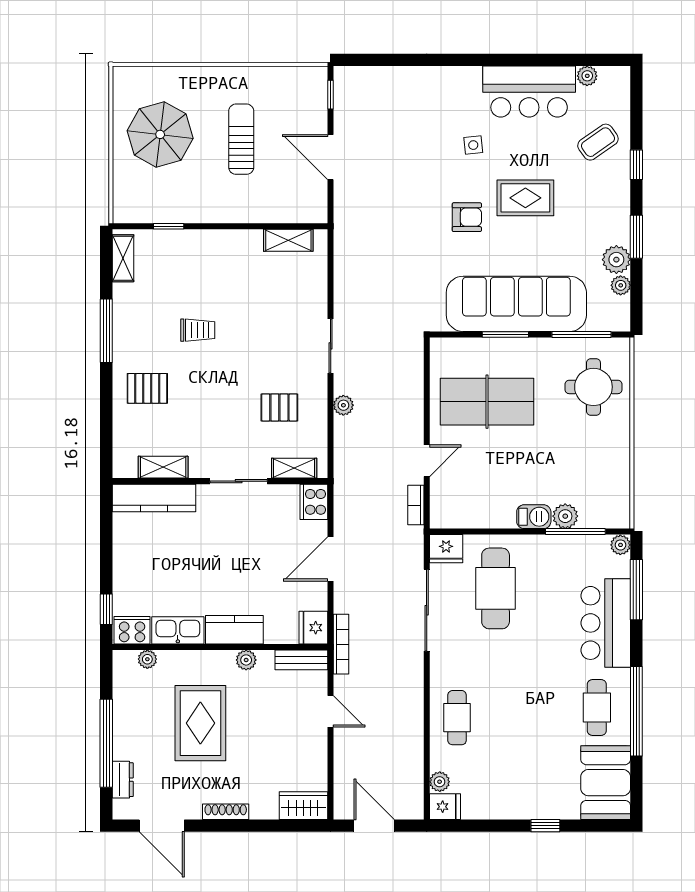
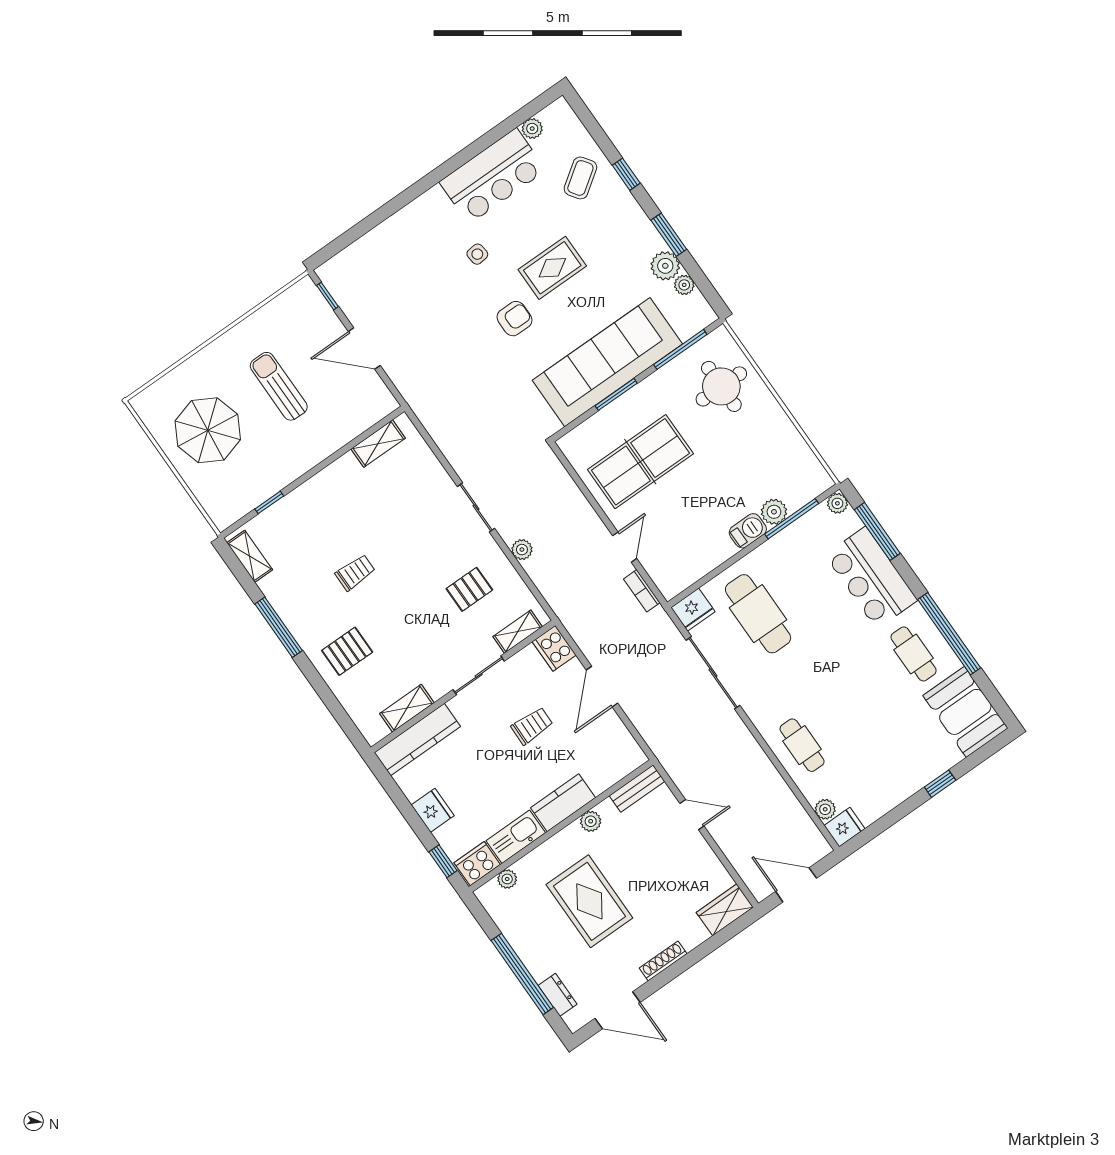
trolley: (253, 551) -> (532, 726), added
fridge: (313, 628) -> (433, 810), moved, turned 180
bookcase: (341, 644) -> (661, 752), removed

